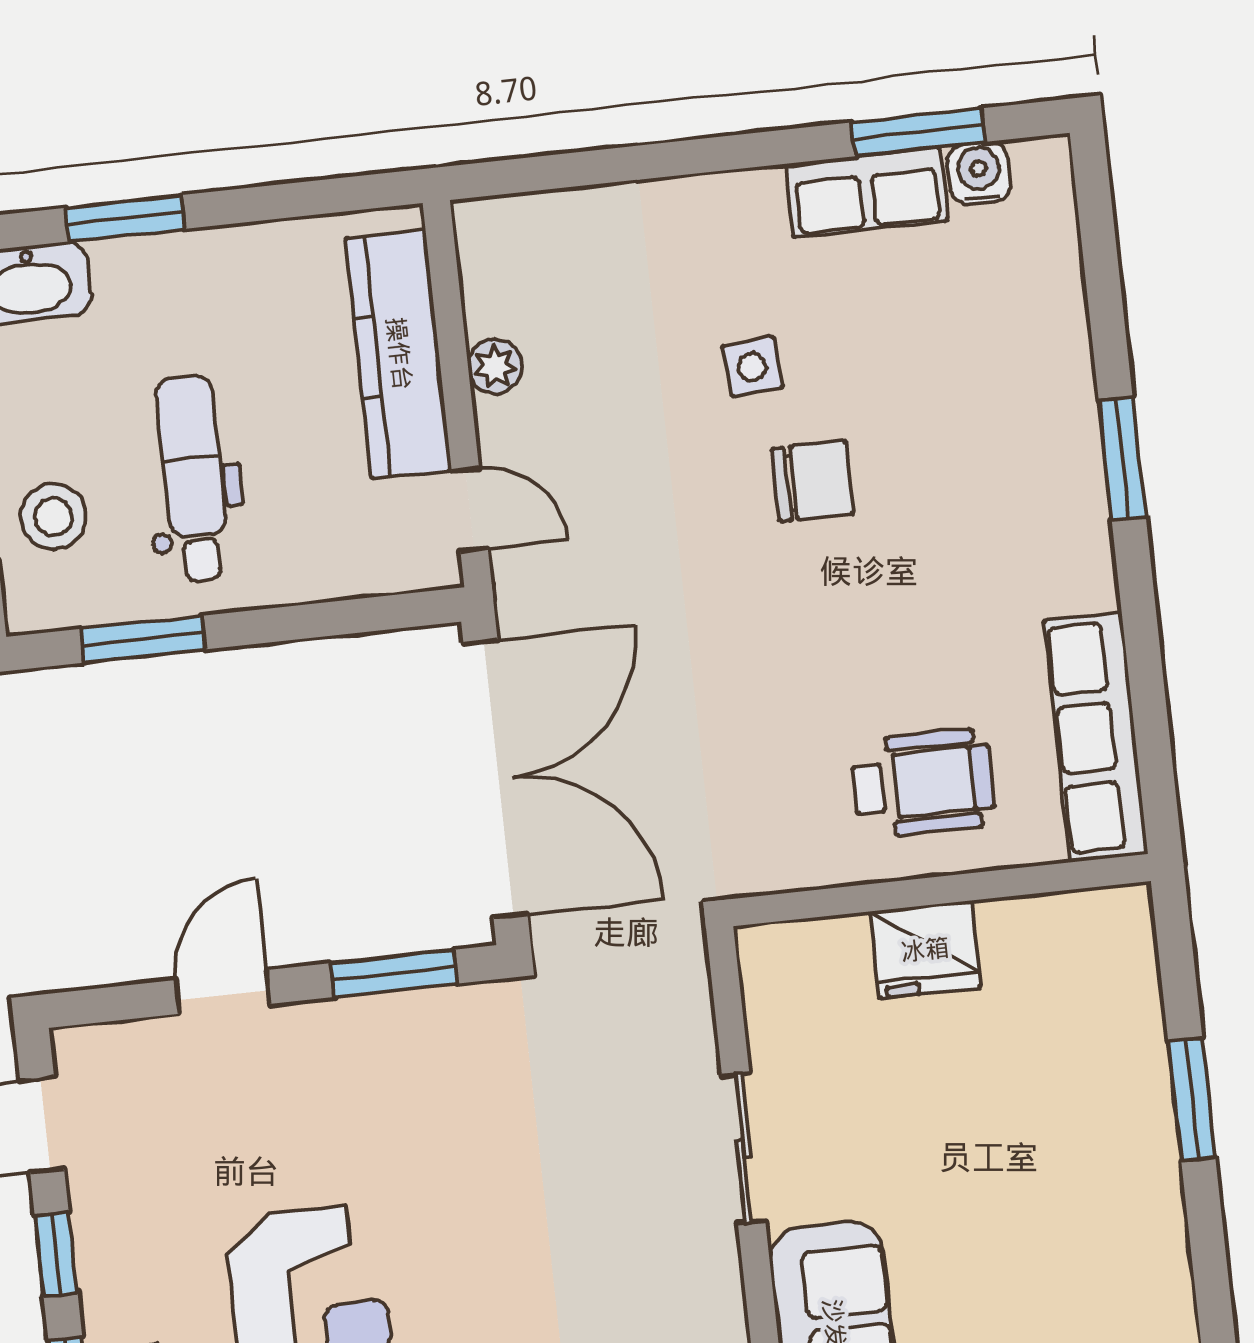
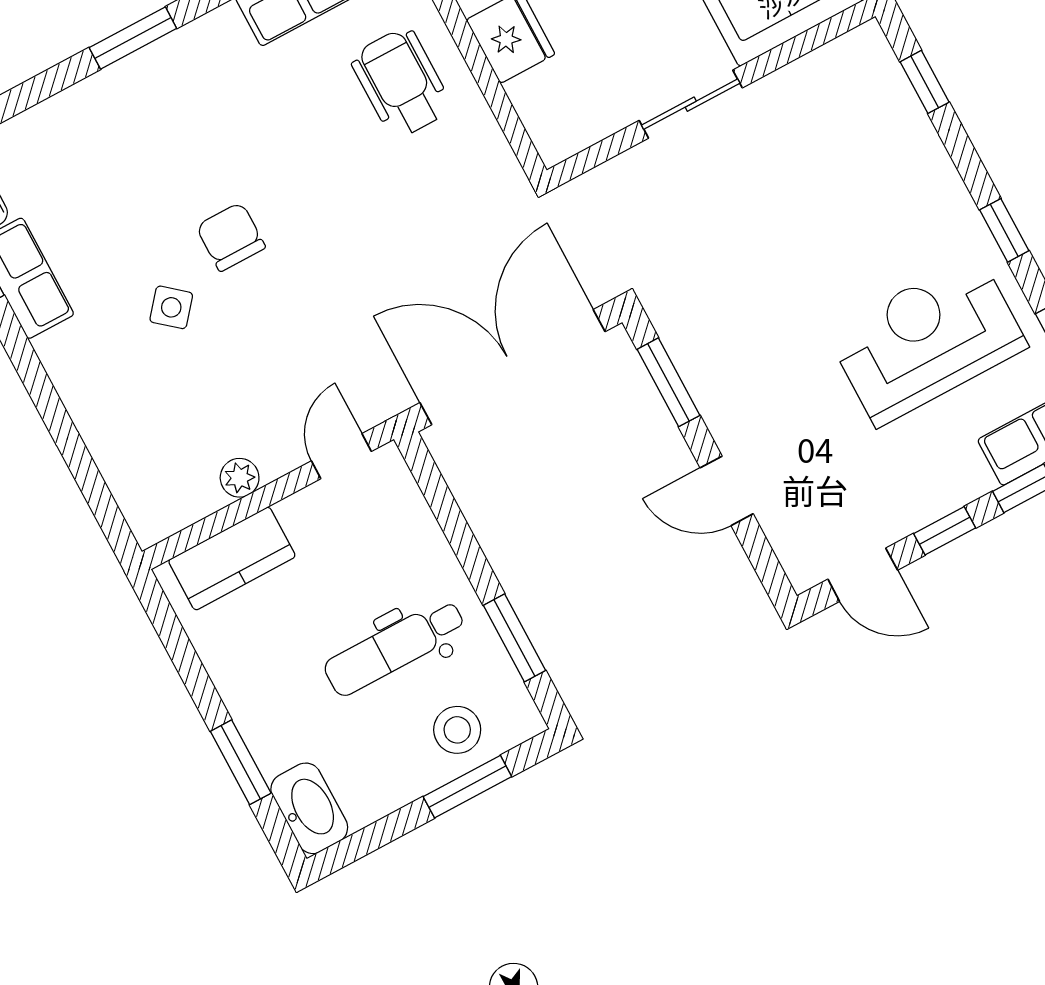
kitchen counter: (399, 354) -> (232, 558), width x0.67
side table: (752, 367) -> (171, 307), turned 45

